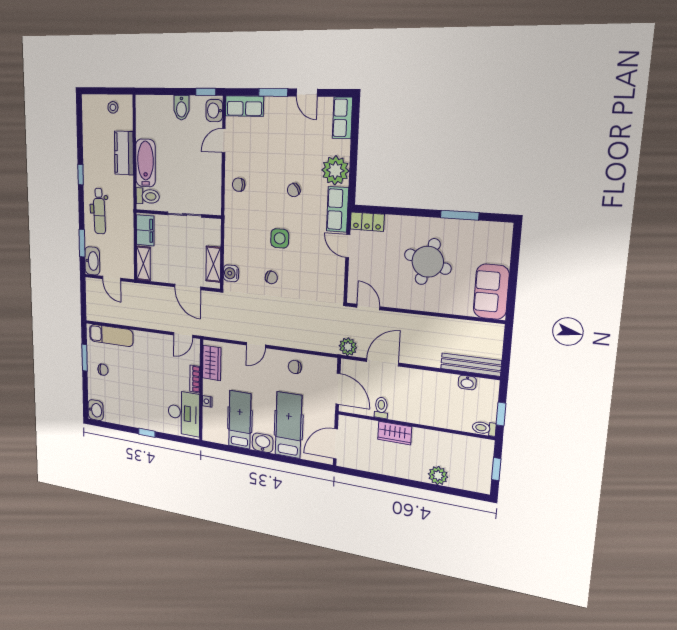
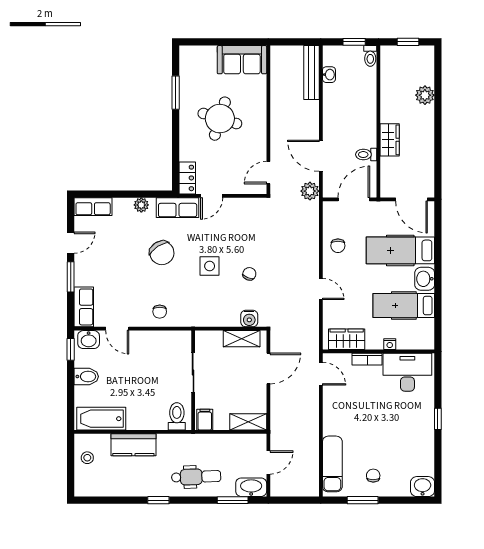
bathtub: (145, 163) -> (101, 419), moved
plant: (335, 170) -> (141, 205), width x0.53, depth x0.53
chair: (294, 190) -> (162, 253), width x1.87, depth x1.87
filing cabinet: (145, 230) -> (205, 420), width x0.50

